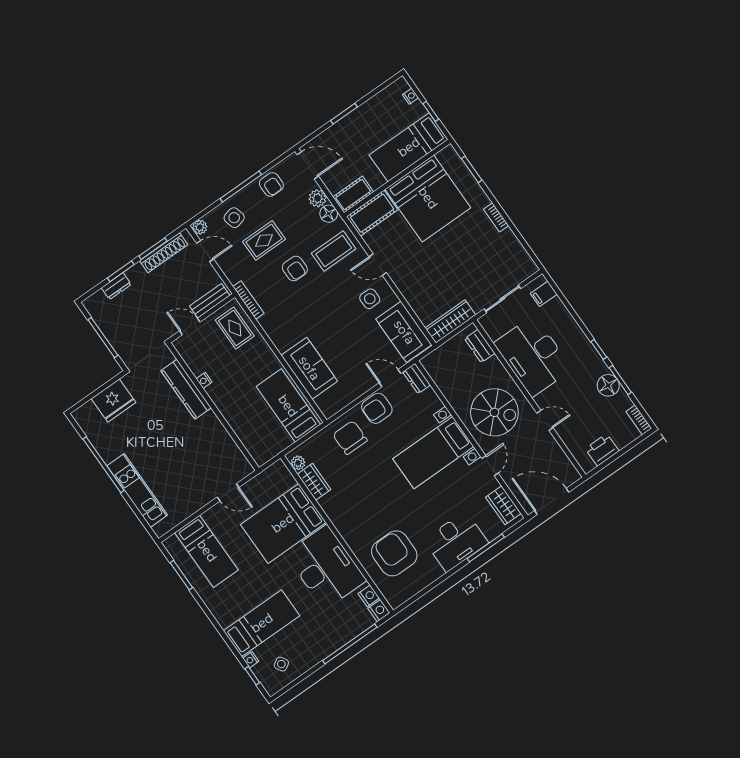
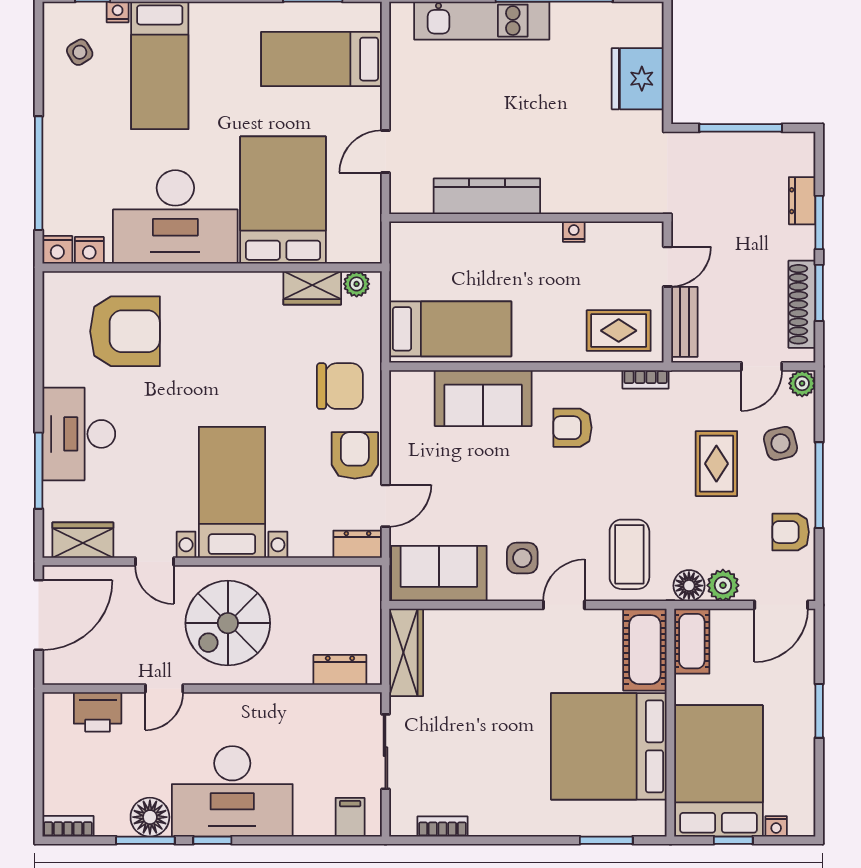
bed: (409, 147) -> (718, 771), width x1.50
bookcase: (496, 217) -> (442, 826), moved
armchair: (295, 268) -> (572, 428), moved
bookcase: (248, 300) -> (646, 379), width x0.64
desk: (533, 356) -> (232, 791), moved, turned 180
kitchen counter: (186, 389) -> (487, 196), moved
printer: (602, 450) -> (98, 712), moved, turned 90

